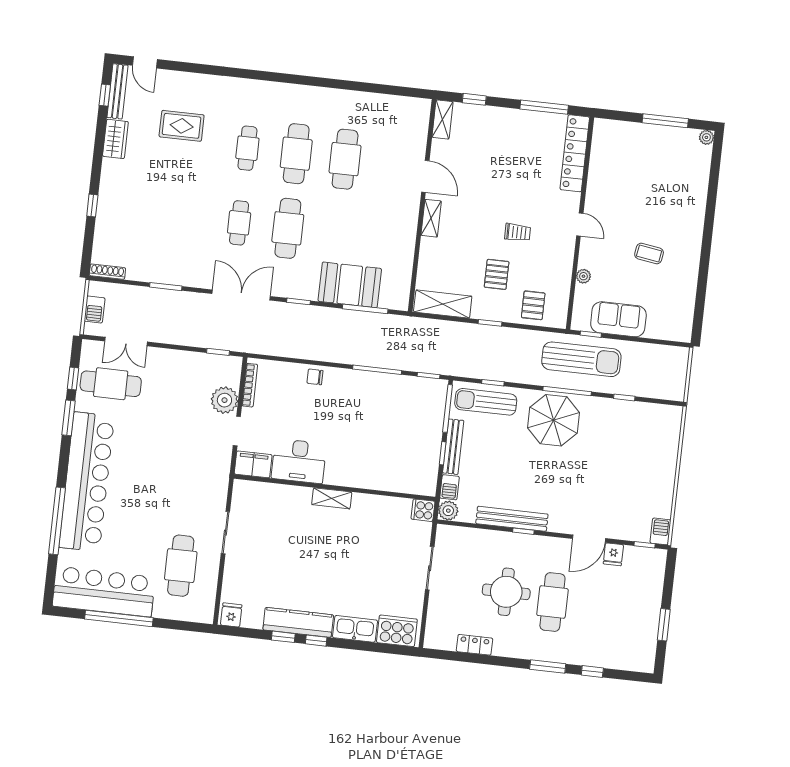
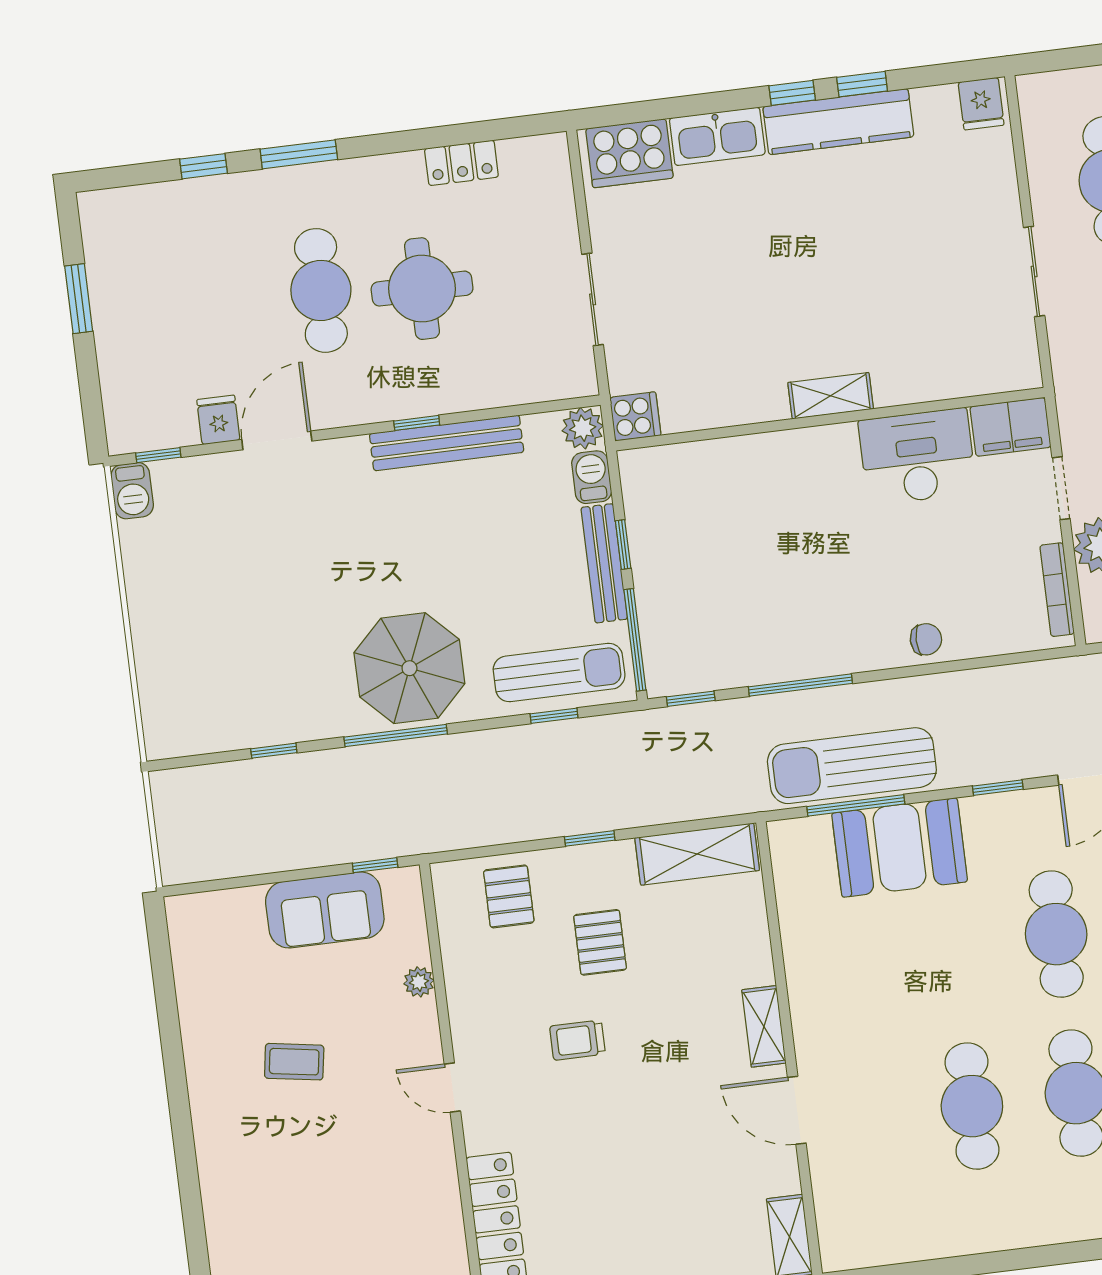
sun lounger: (581, 359) -> (852, 766), moved

